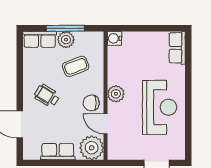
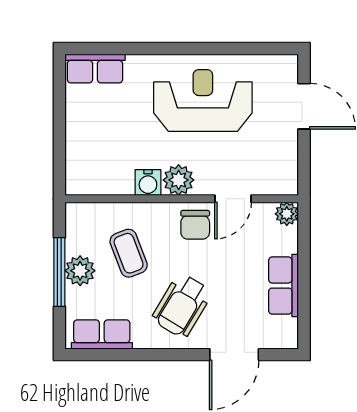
water cooler: (114, 38) -> (148, 183), moved
row of seats: (40, 39) -> (102, 334), moved, turned -90
wheelchair: (47, 96) -> (182, 306), width x1.36, depth x1.37
plant: (92, 148) -> (287, 214), width x0.53, depth x0.53

